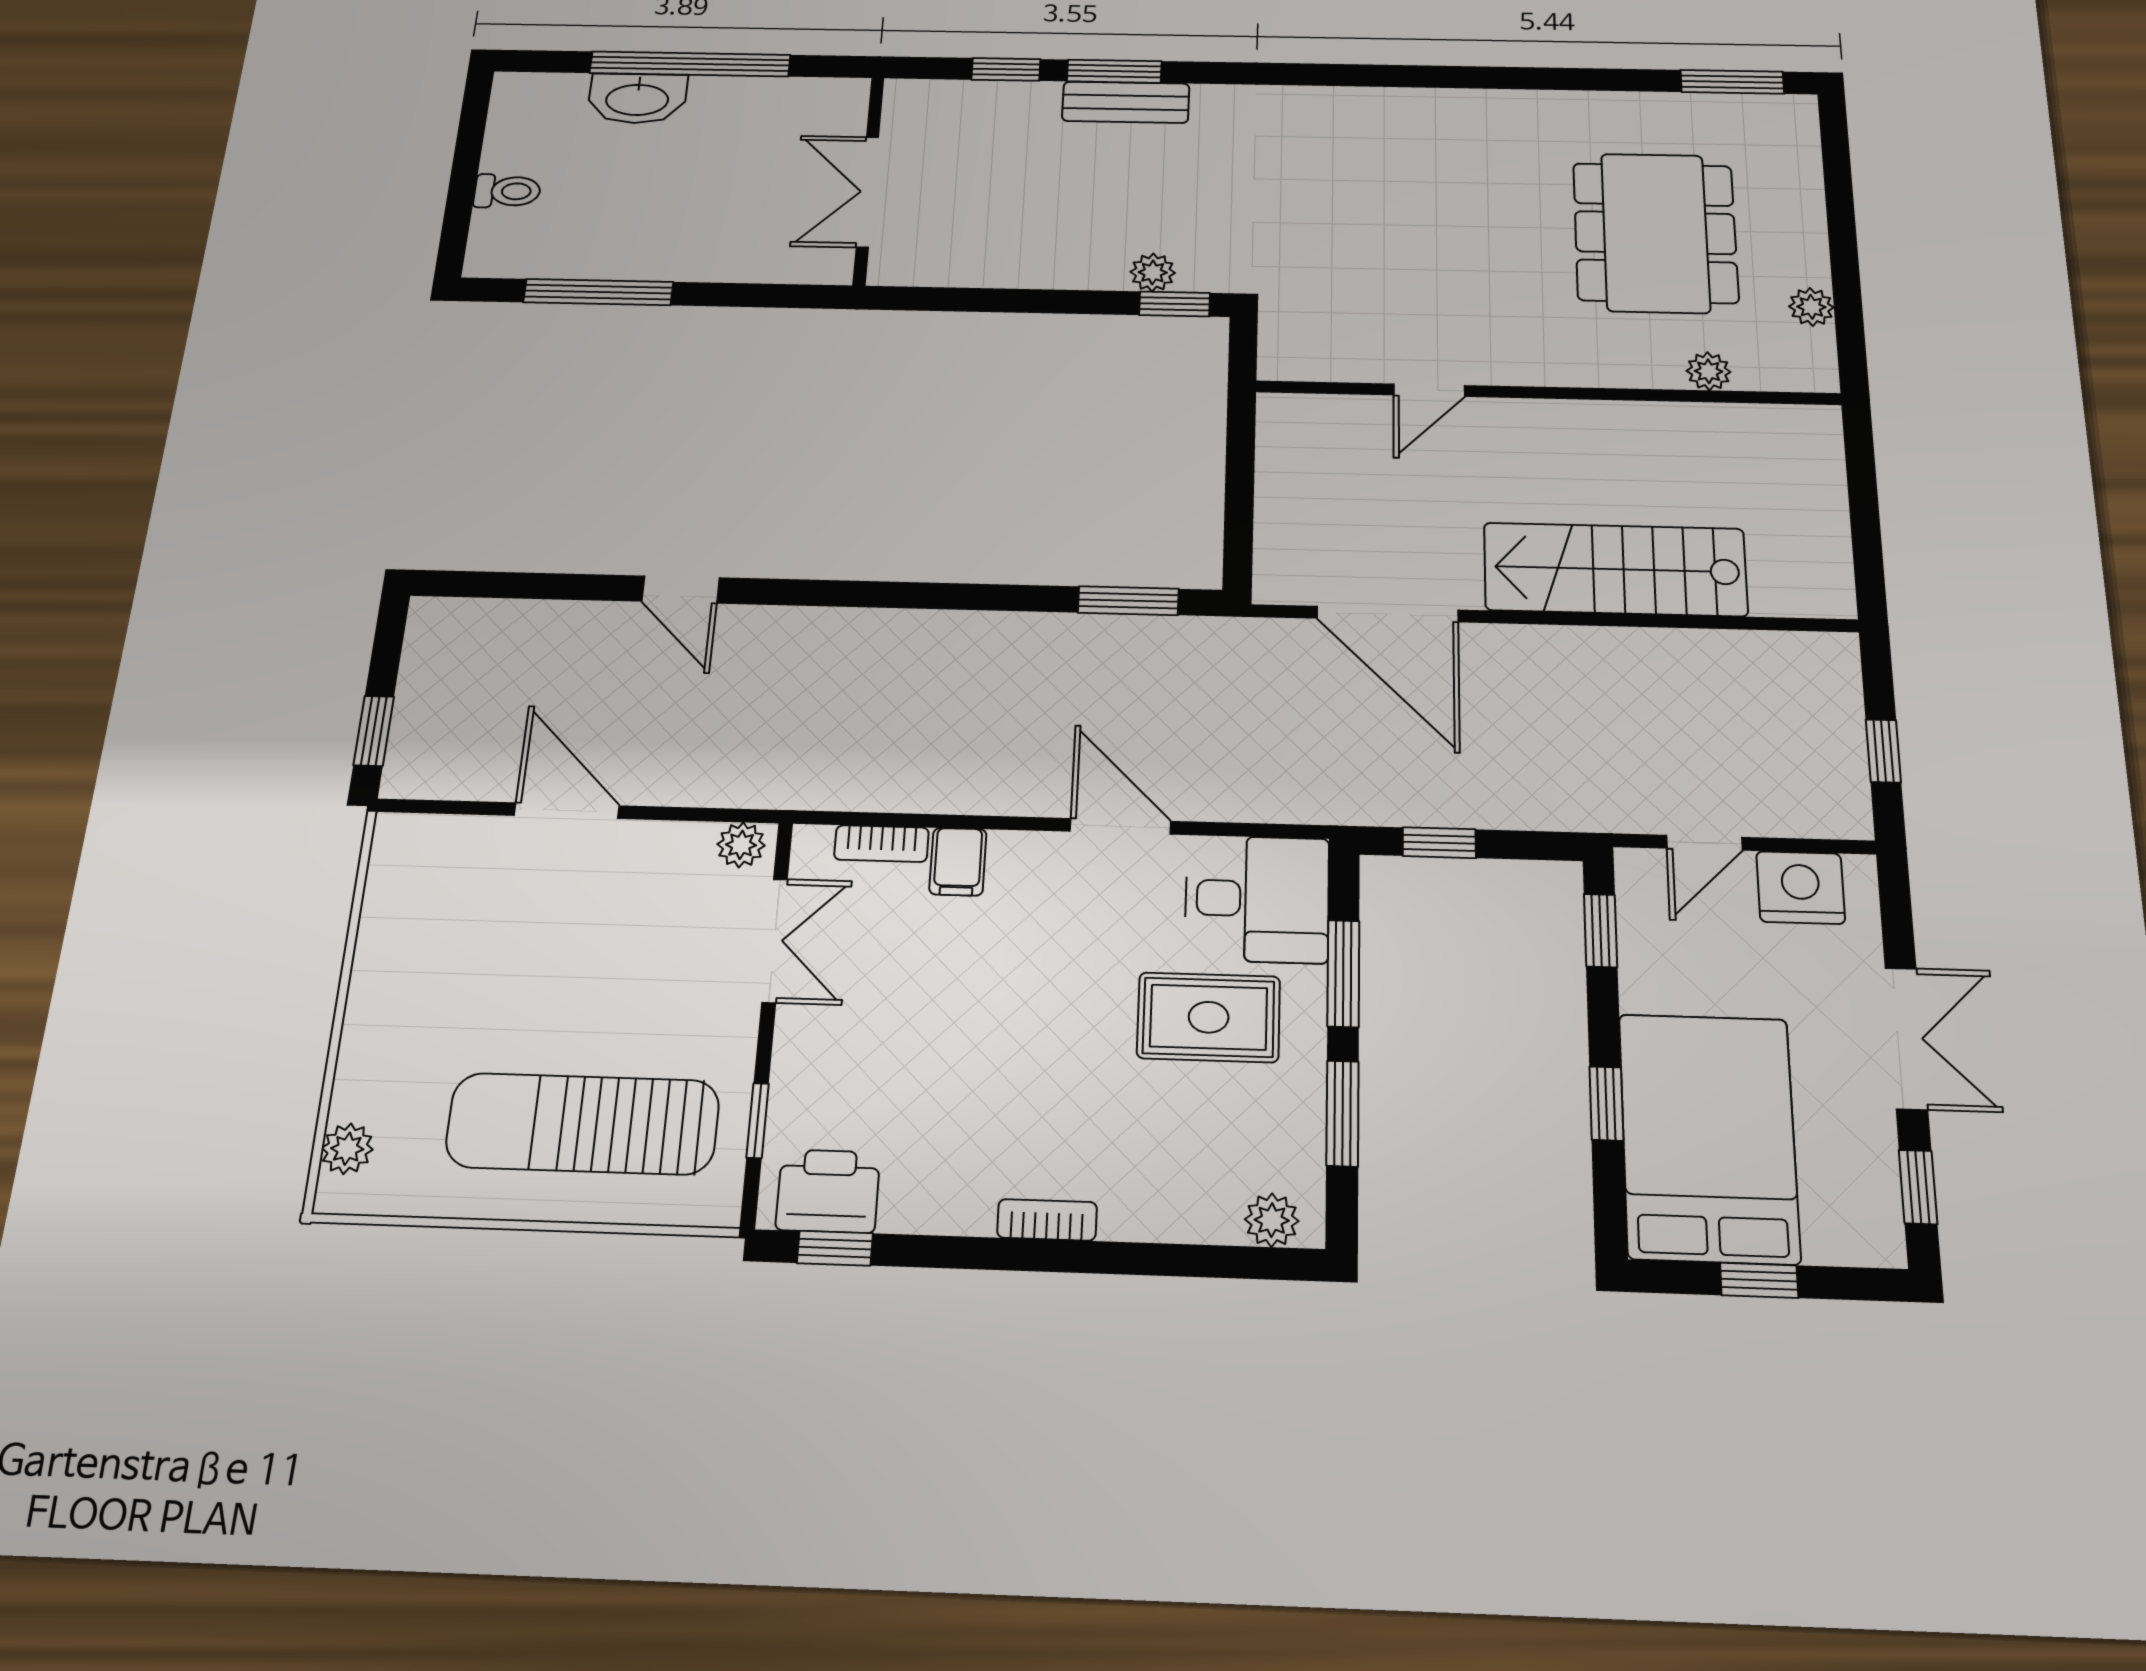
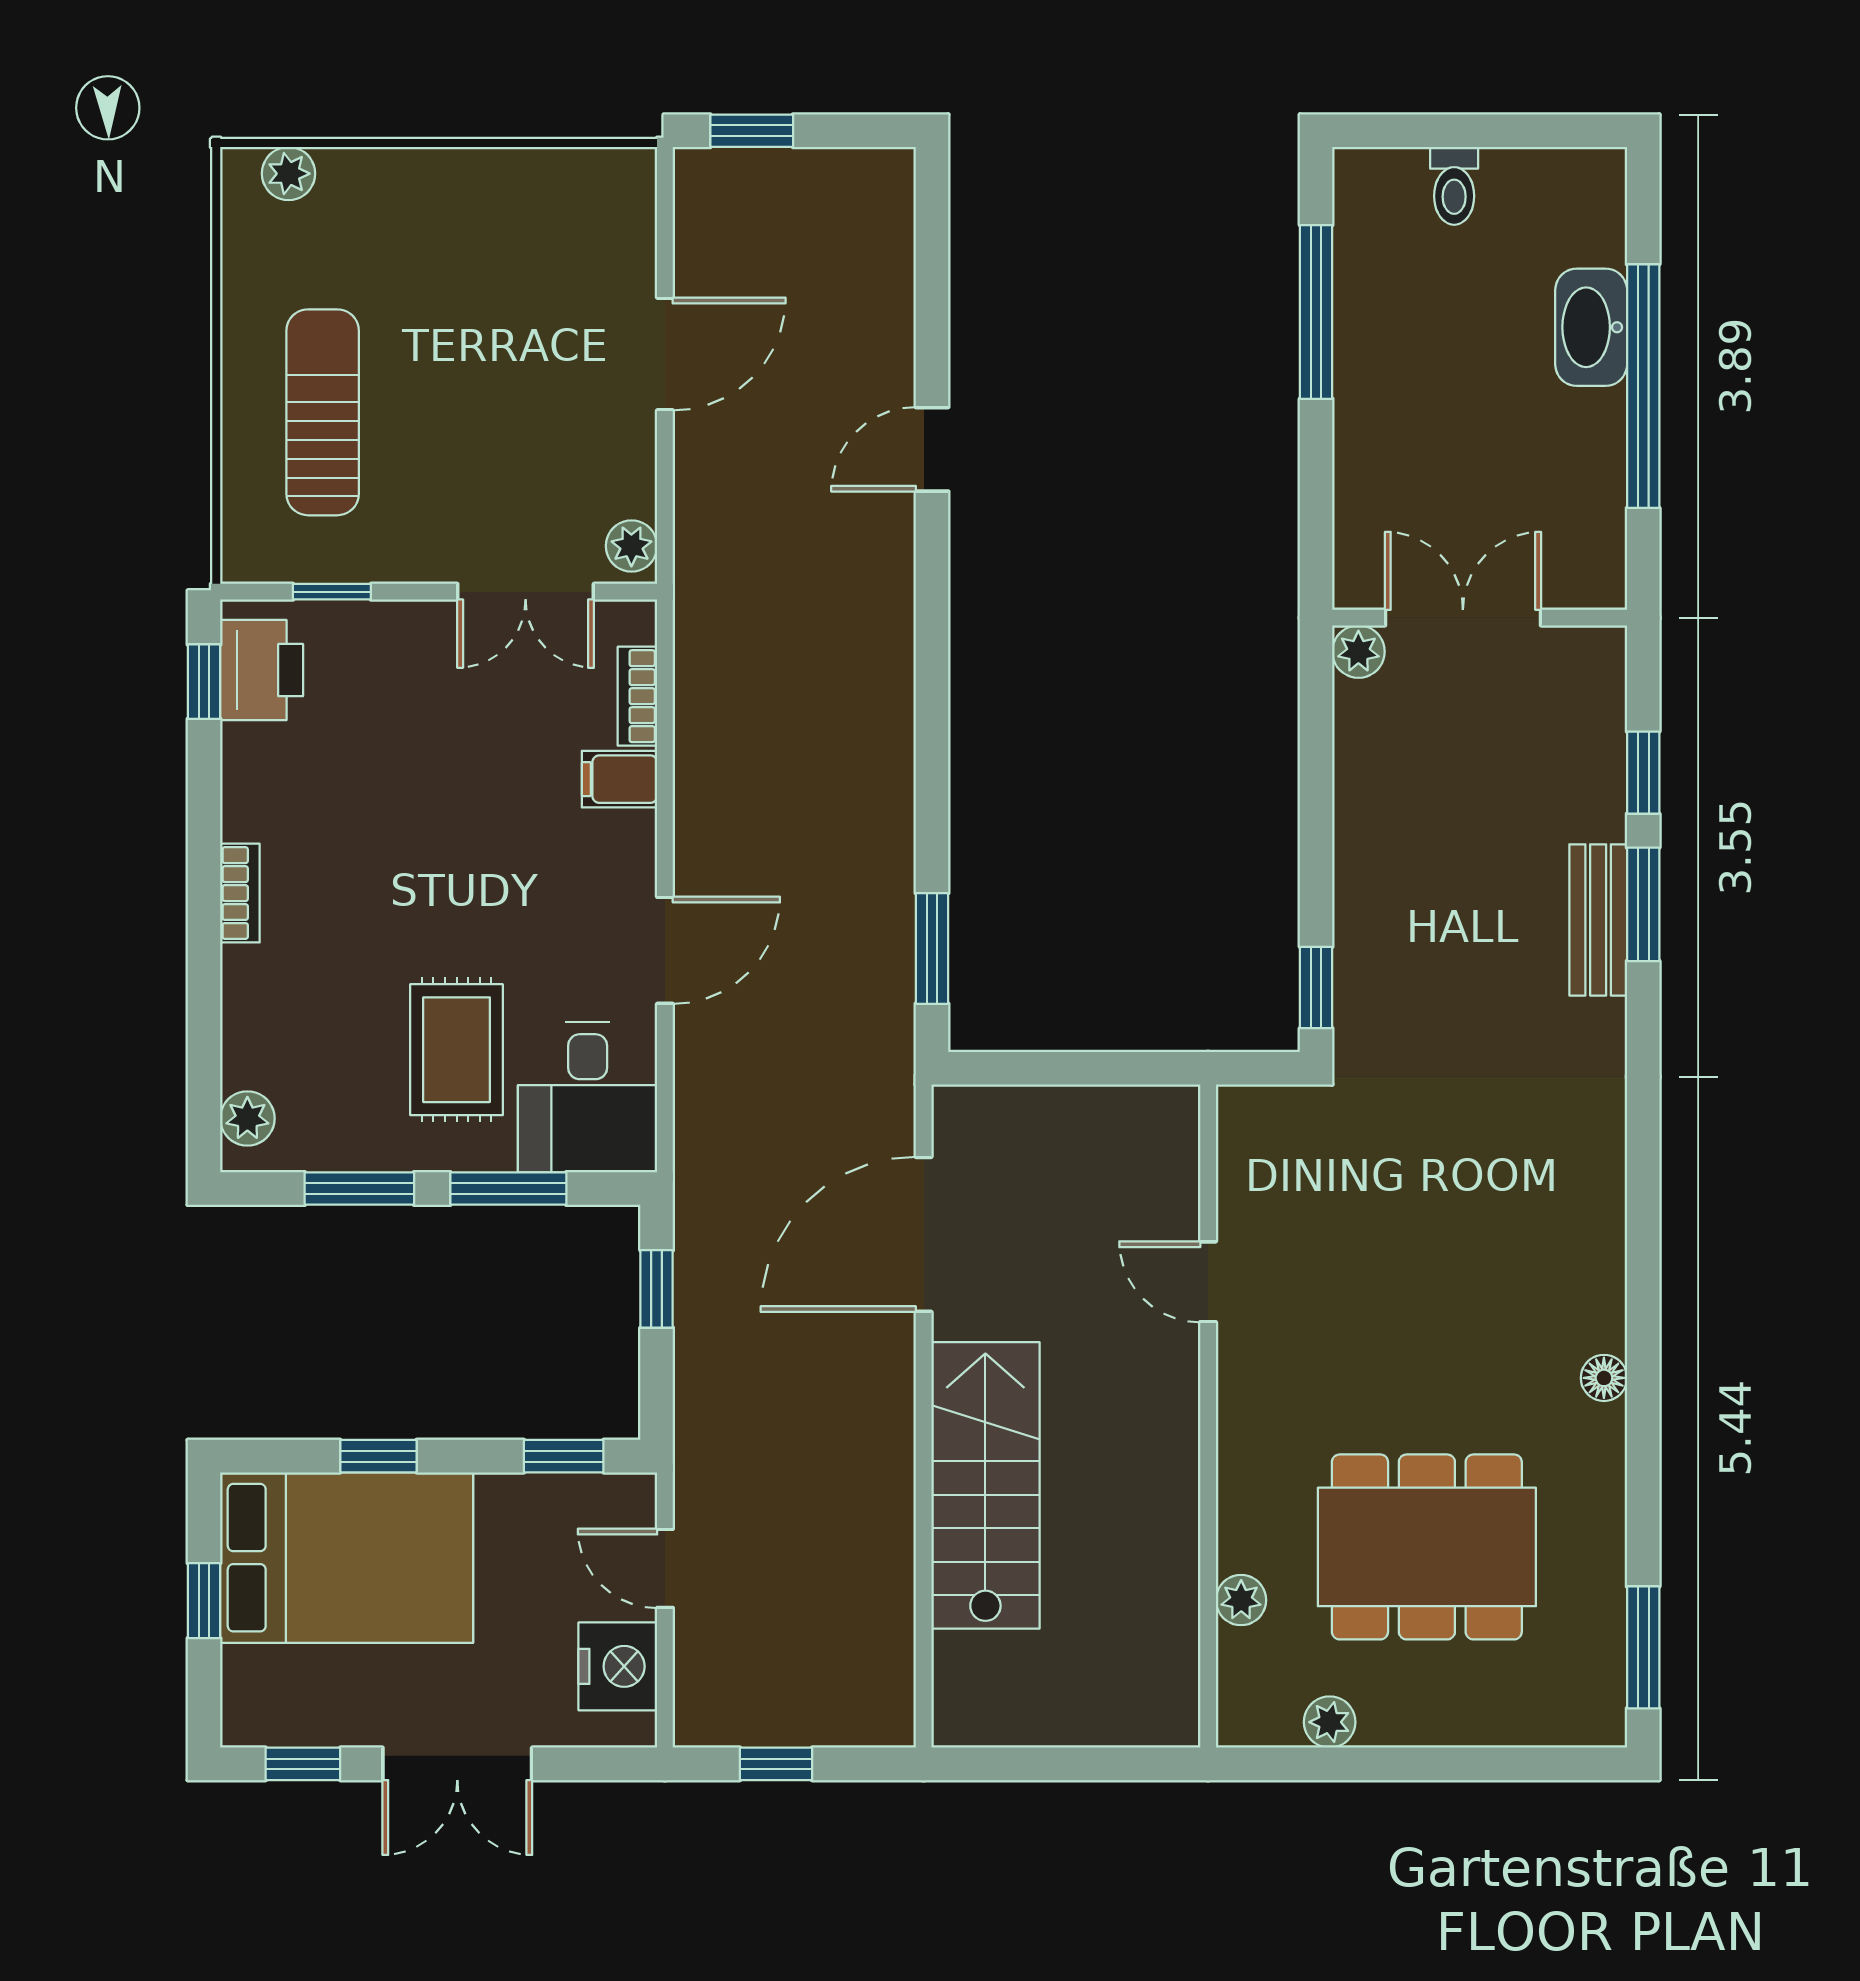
floor lamp: (1507, 105) -> (1604, 1378), added
plant: (1153, 272) -> (1358, 652), moved
sun lounger: (583, 1124) -> (323, 412), width x0.73, depth x0.75

